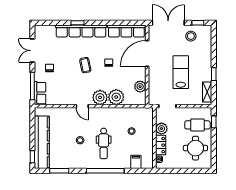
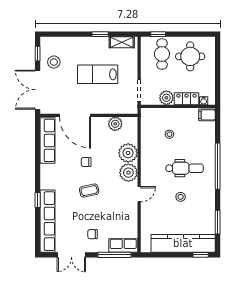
row of seats: (81, 31) -> (48, 221), moved
filing cabinet: (136, 162) -> (207, 115), moved

